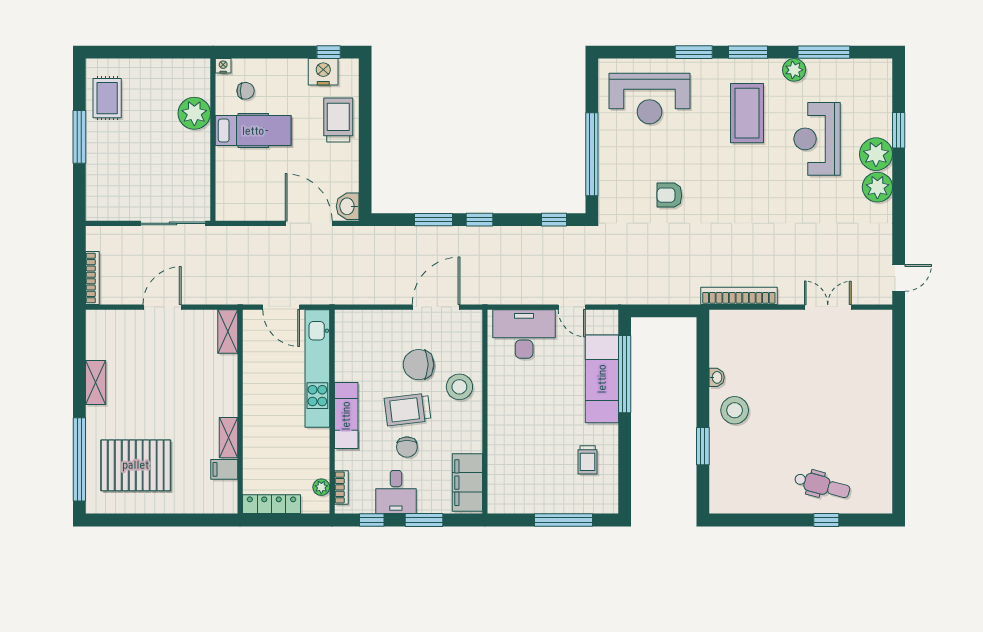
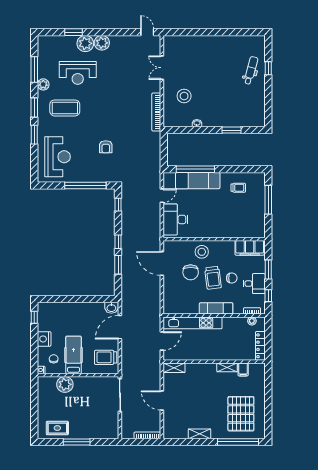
nightstand: (323, 72) -> (44, 339), moved
trolley: (338, 120) -> (106, 357), moved
stool: (735, 410) -> (184, 96), moved

